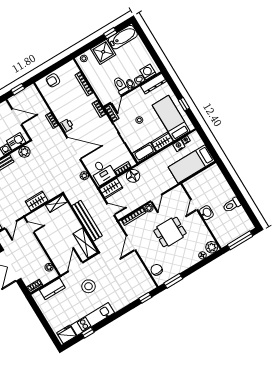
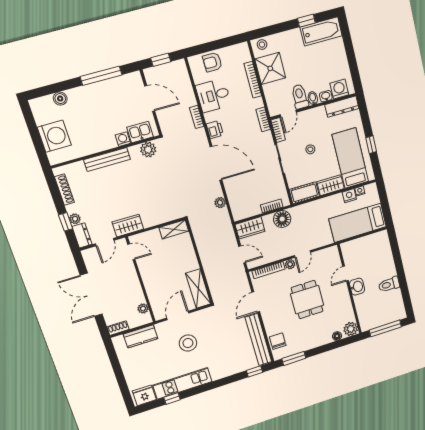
shower: (103, 52) -> (270, 68), moved
desk: (103, 172) -> (213, 95), moved, turned 90
wardrobe: (37, 201) -> (128, 226), moved
bench: (87, 221) -> (258, 340), moved
dining table: (170, 232) -> (307, 300), turned 90

